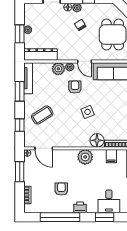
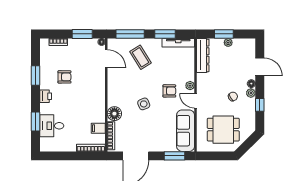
door: (84, 61) -> (196, 101), hinge flipped
plant: (58, 69) -> (188, 74), removed
window: (20, 125) -> (130, 34), width x2.17
door: (44, 148) -> (106, 59), swing flipped
plant: (85, 157) -> (97, 101), removed
window: (60, 217) -> (36, 76), width x0.47

